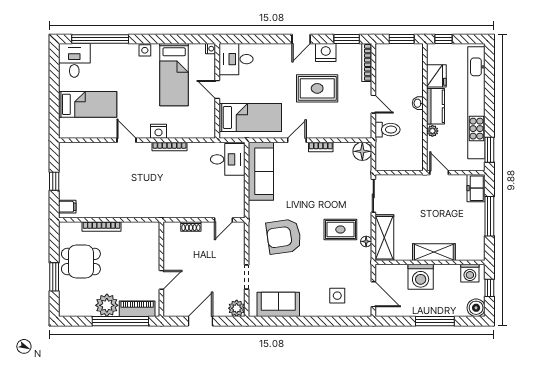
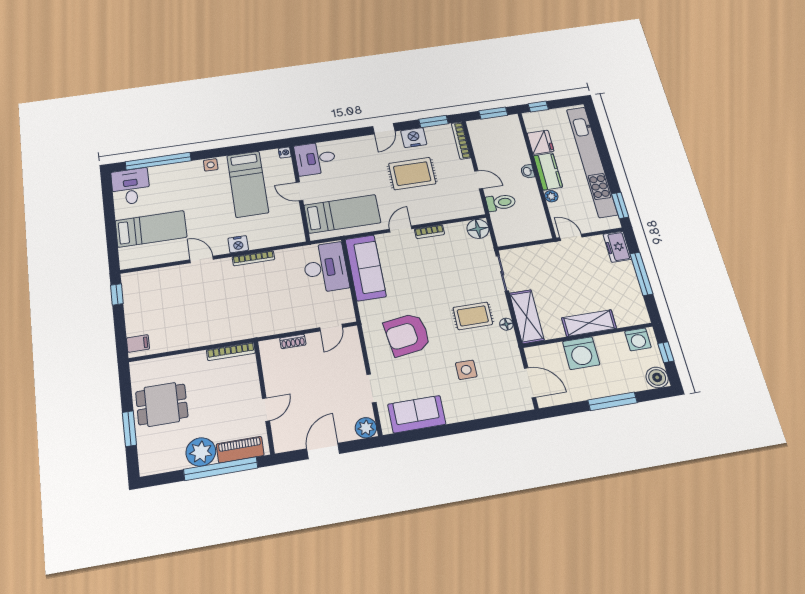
desk: (228, 159) -> (325, 268), width x1.37
window: (54, 181) -> (117, 294), moved
bookcase: (101, 226) -> (231, 352), moved
side table: (337, 296) -> (466, 370), moved

